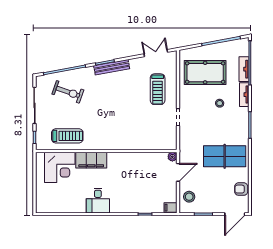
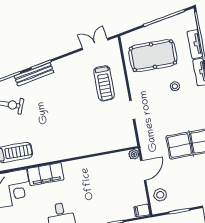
bench: (112, 67) -> (34, 74), moved

